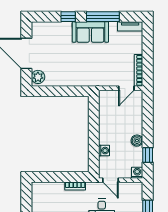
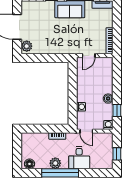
door: (126, 88) -> (89, 55), moved

